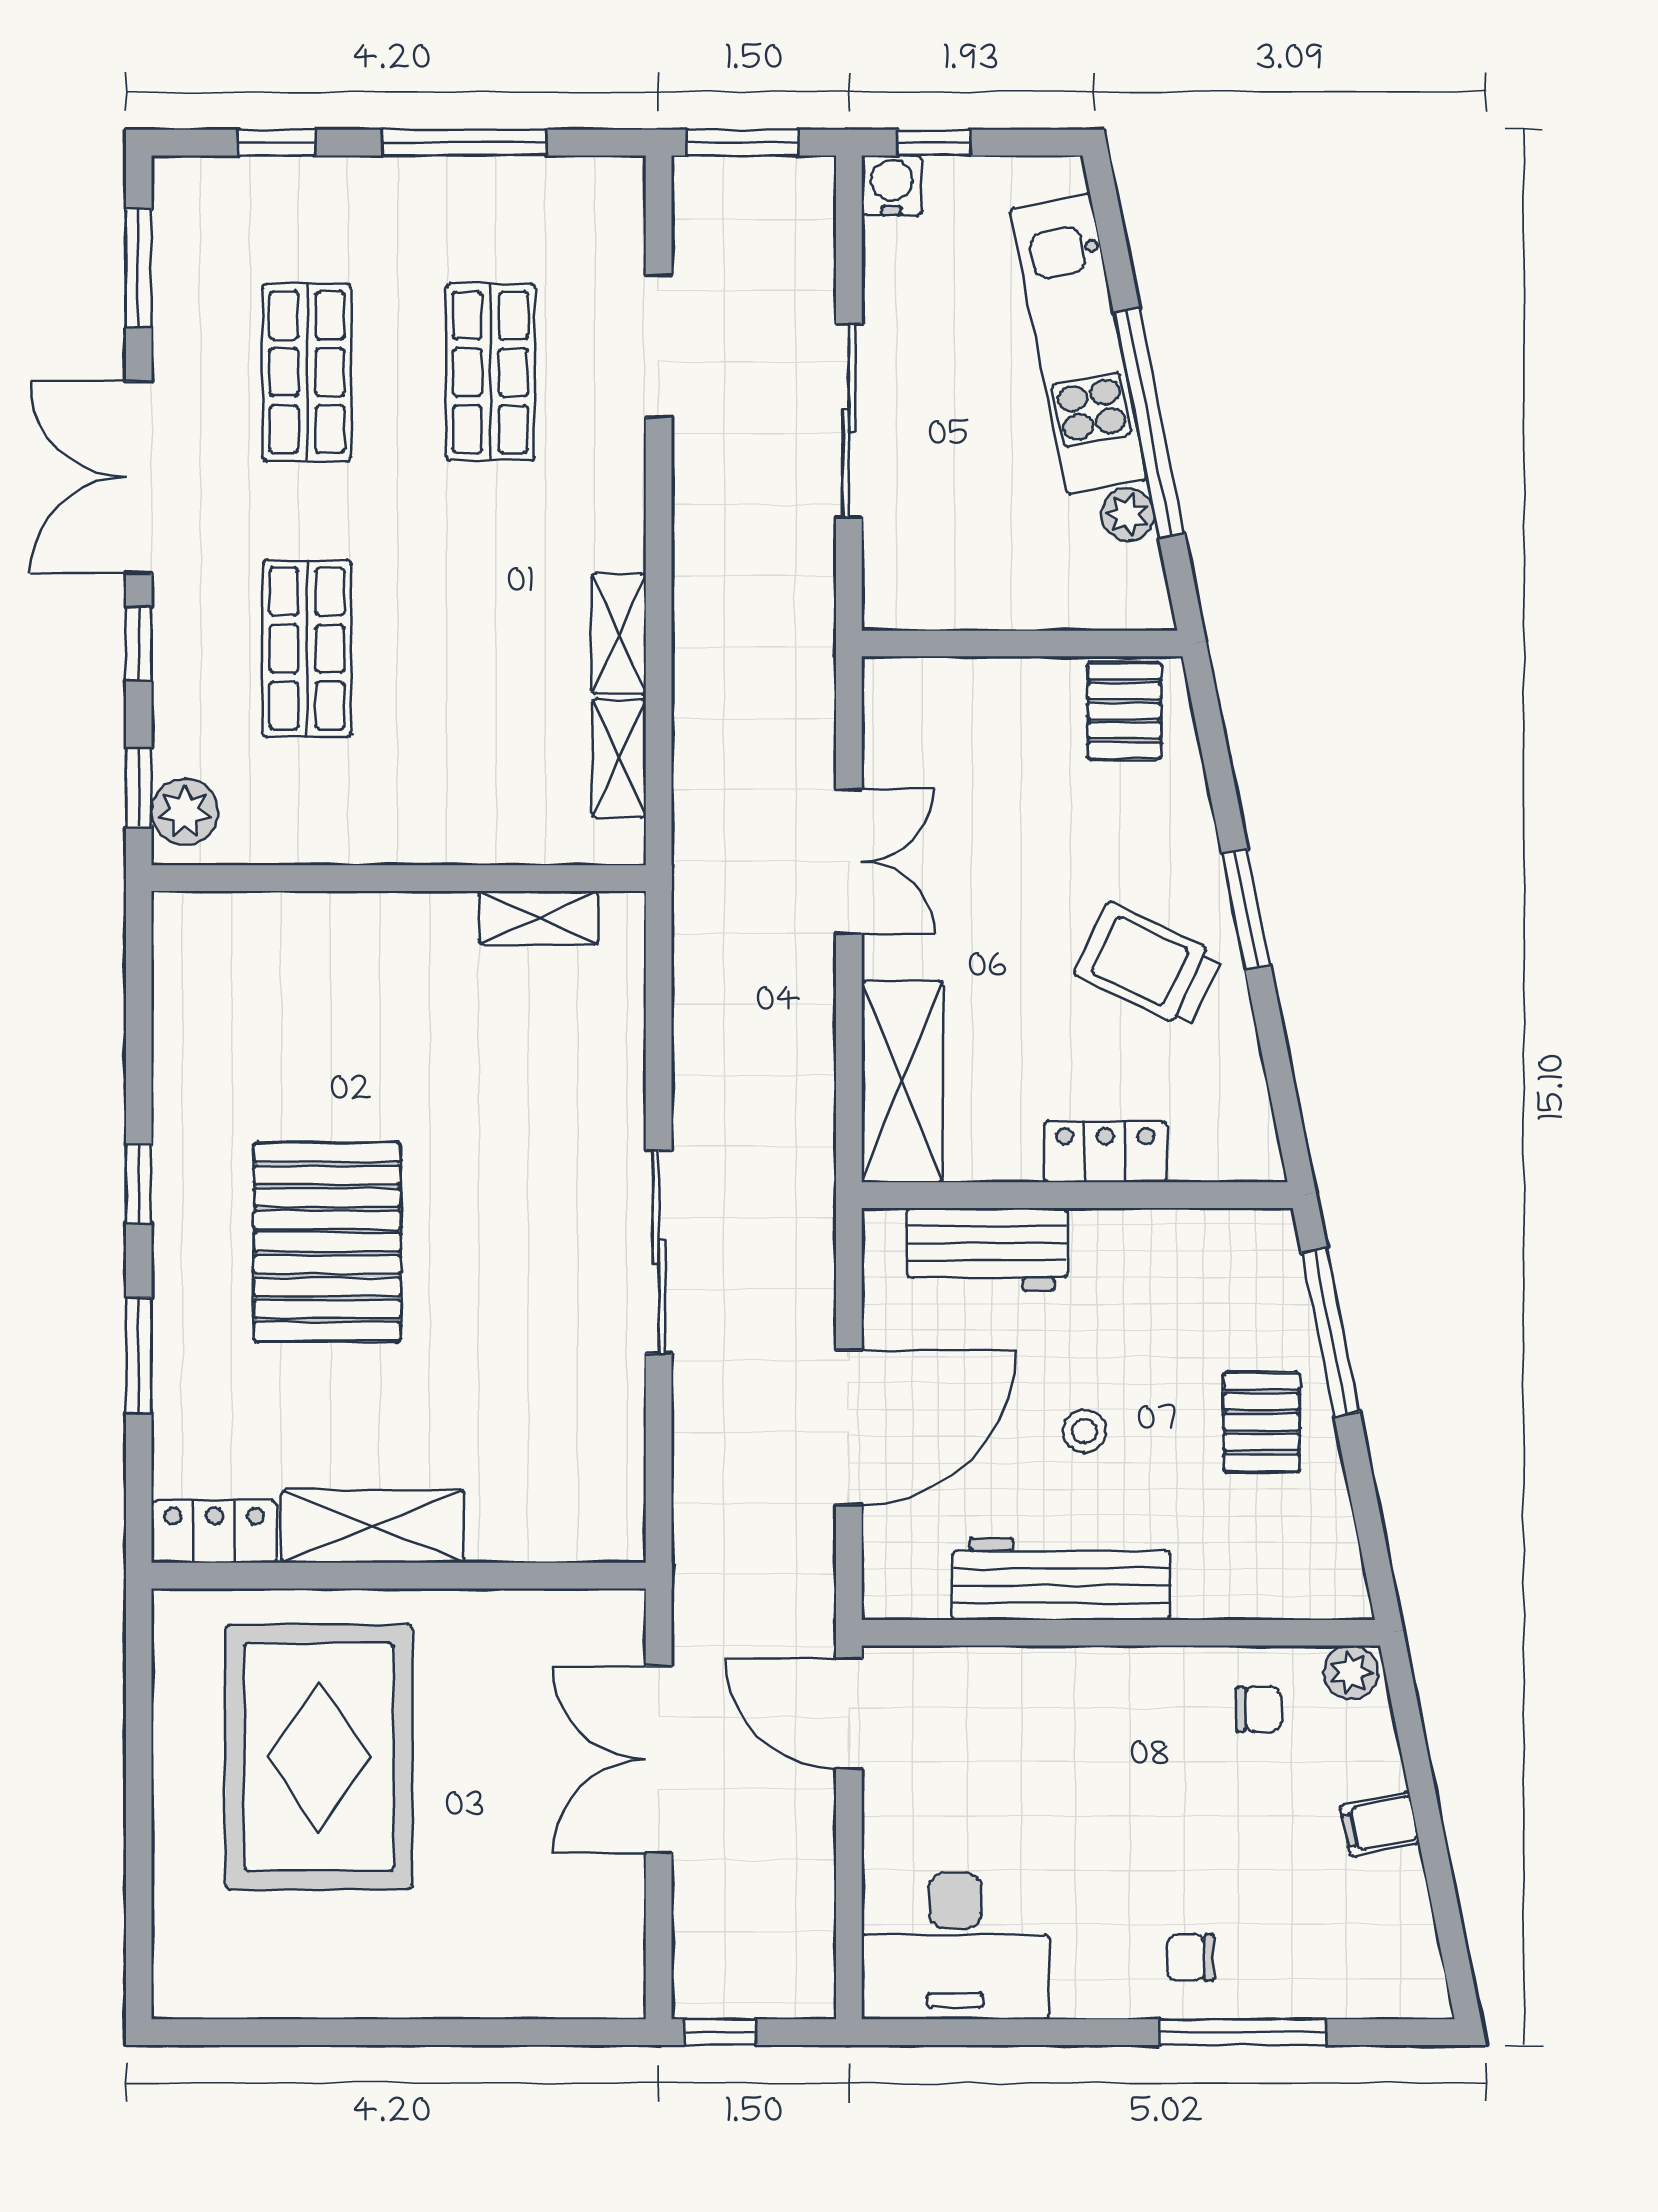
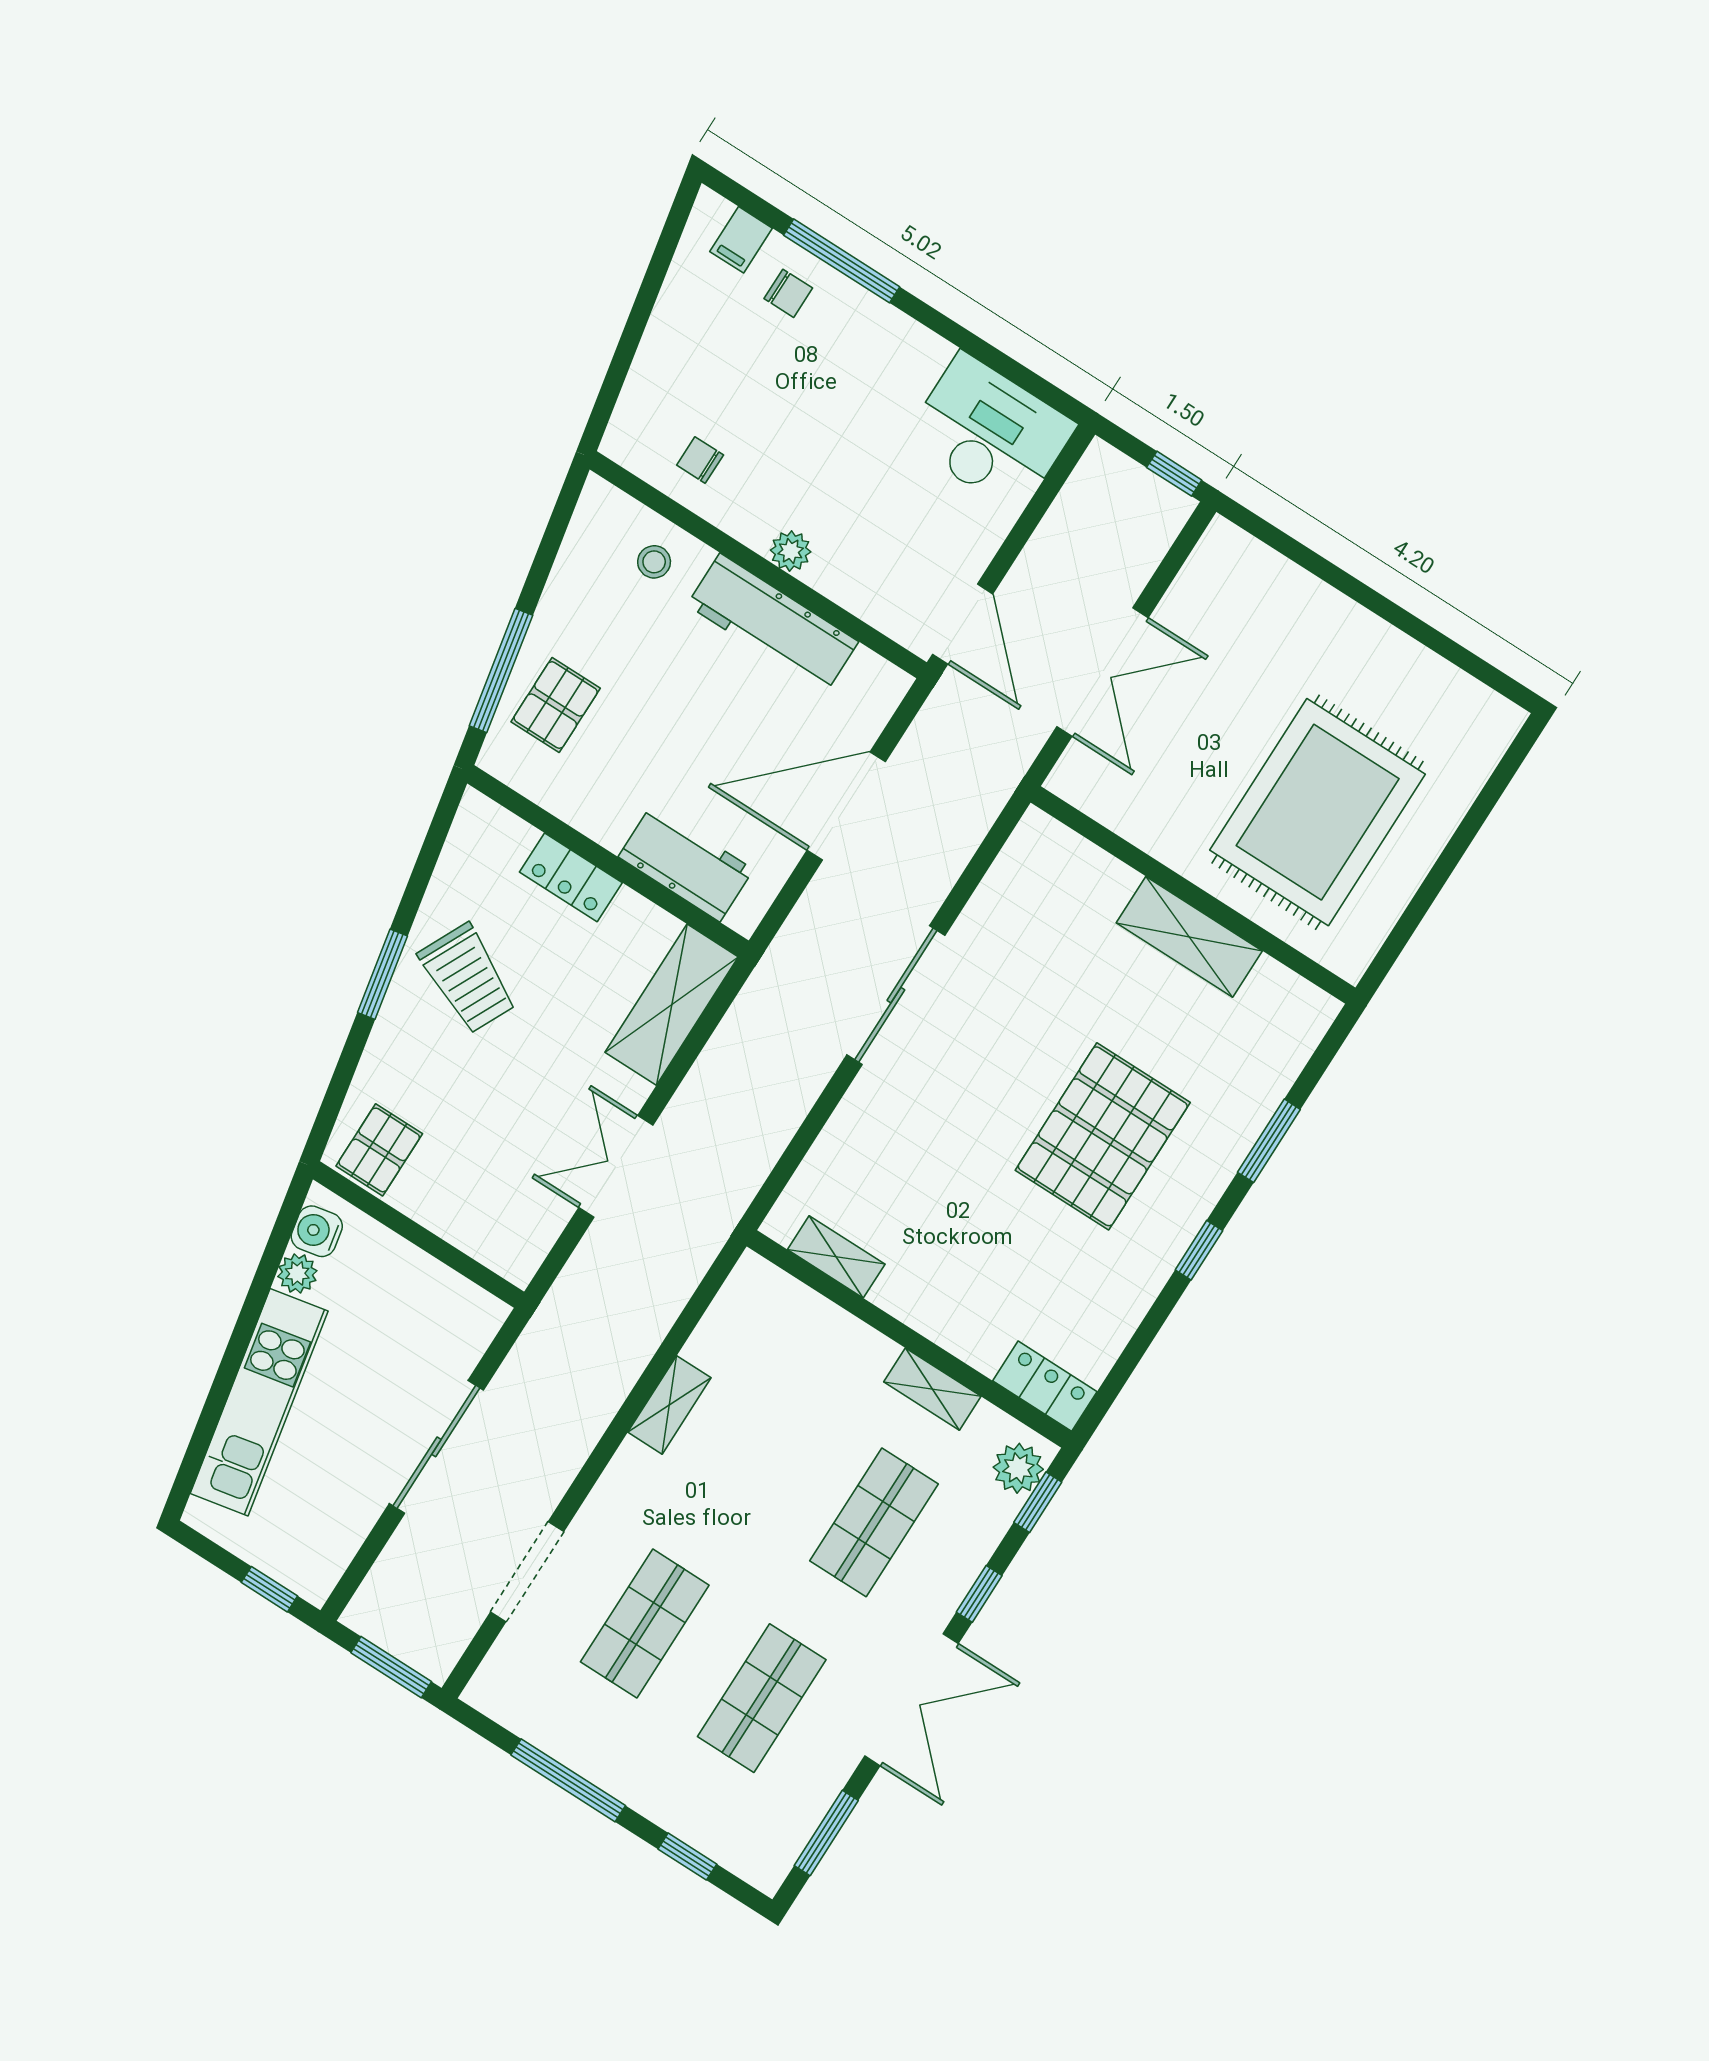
water cooler: (892, 185) -> (317, 1231), moved, turned 79
window: (1149, 423) -> (246, 1323), removed
shelving: (619, 758) -> (932, 1389), moved, turned 90
pallet: (1262, 1422) -> (556, 705), moved
stool: (1085, 1431) -> (654, 562), moved
locker: (214, 1532) -> (1045, 1386), moved, turned 180
plant: (1351, 1672) -> (791, 551), moved
filing cabinet: (1380, 1824) -> (741, 240), moved, turned 101
chair: (1190, 1958) -> (788, 293), moved

